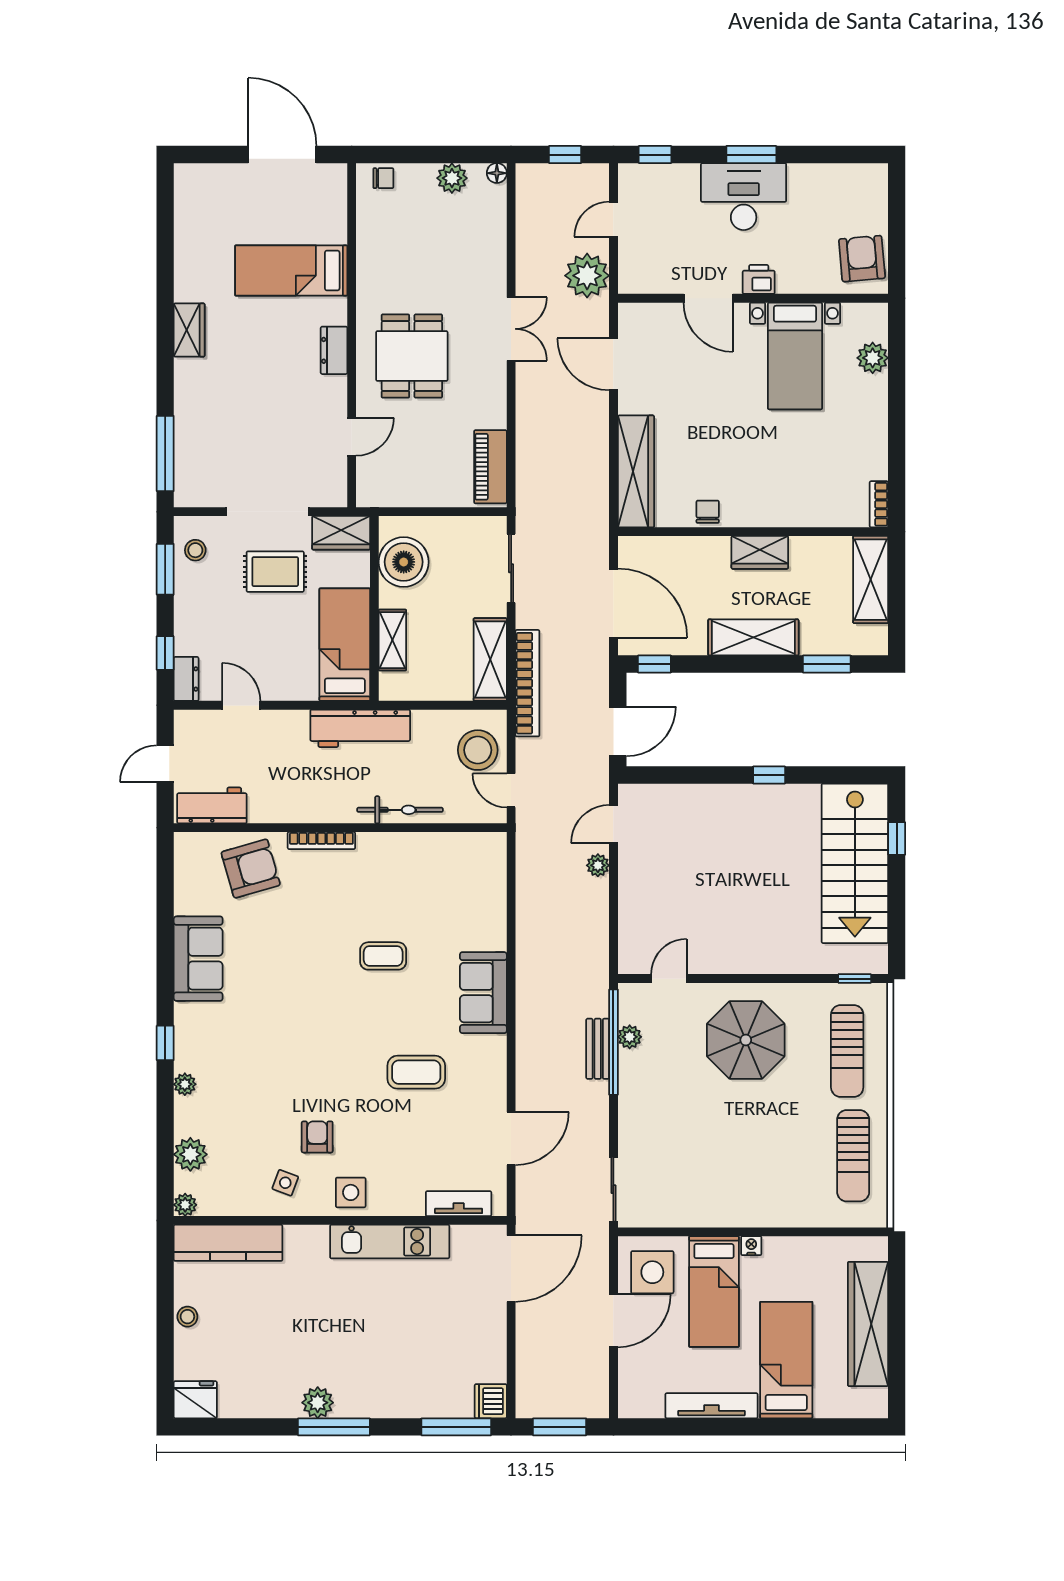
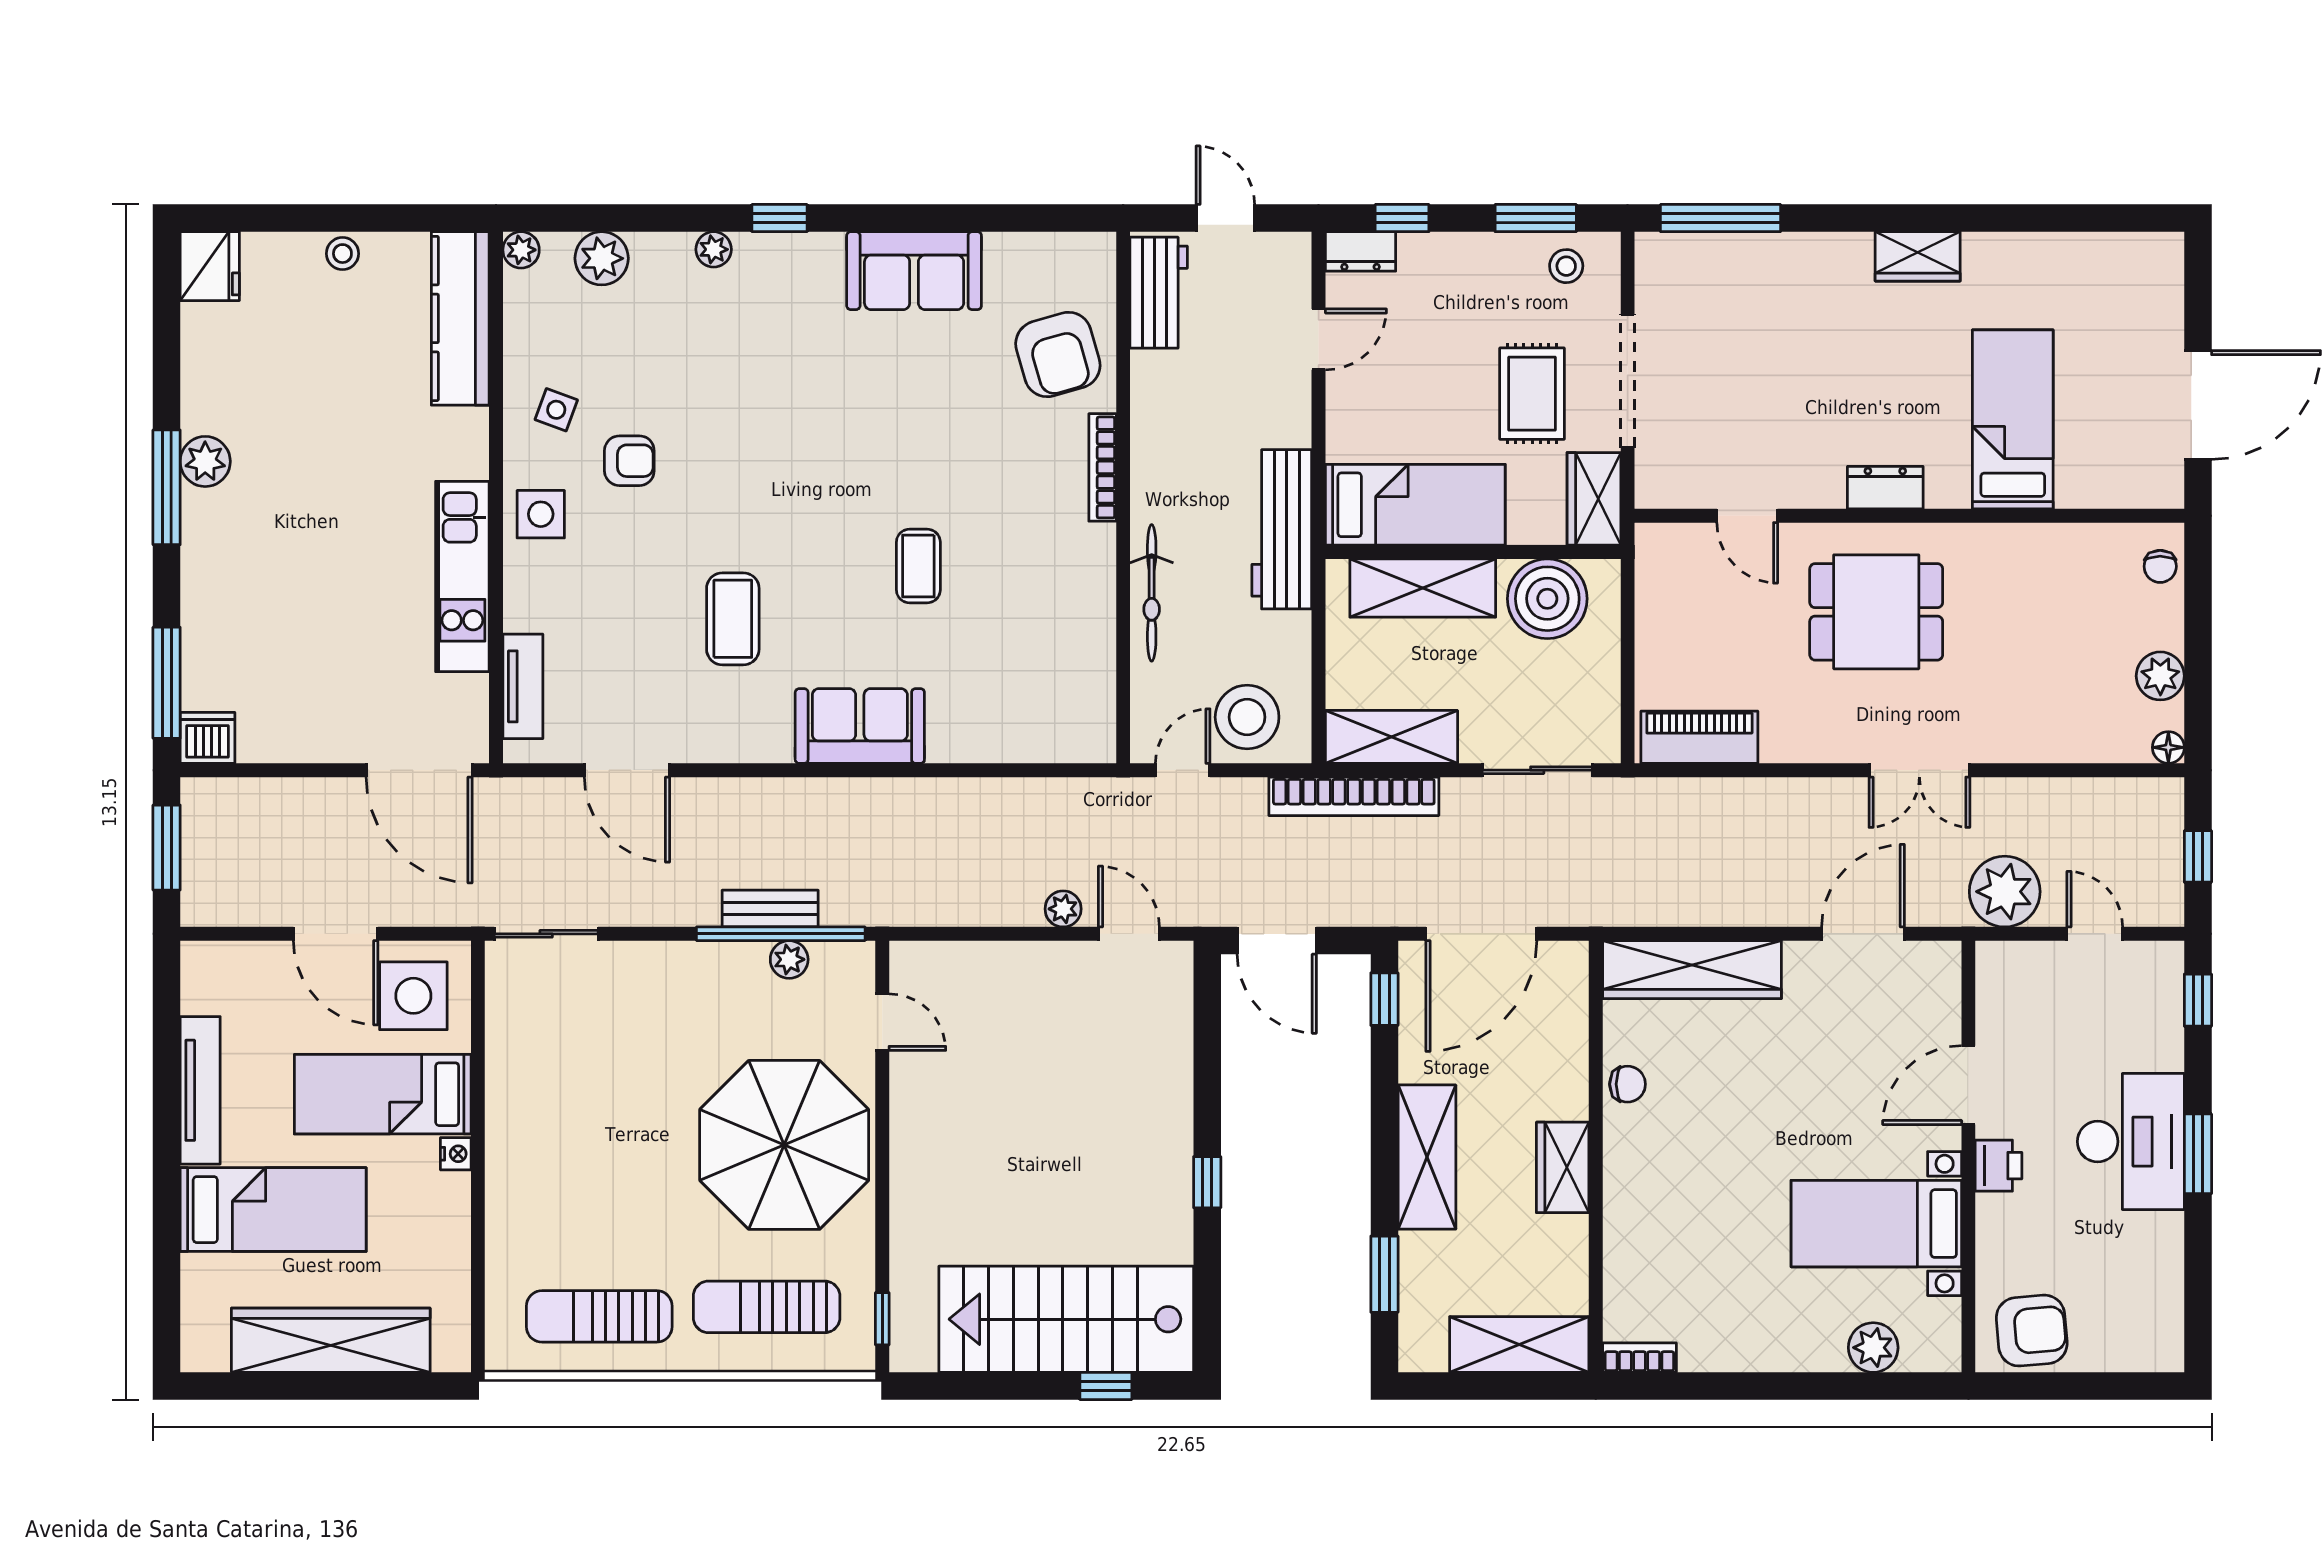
shelving: (392, 640) -> (1423, 588), width x1.50, depth x1.33
parasol: (746, 1040) -> (784, 1145), width x1.36, depth x1.36

